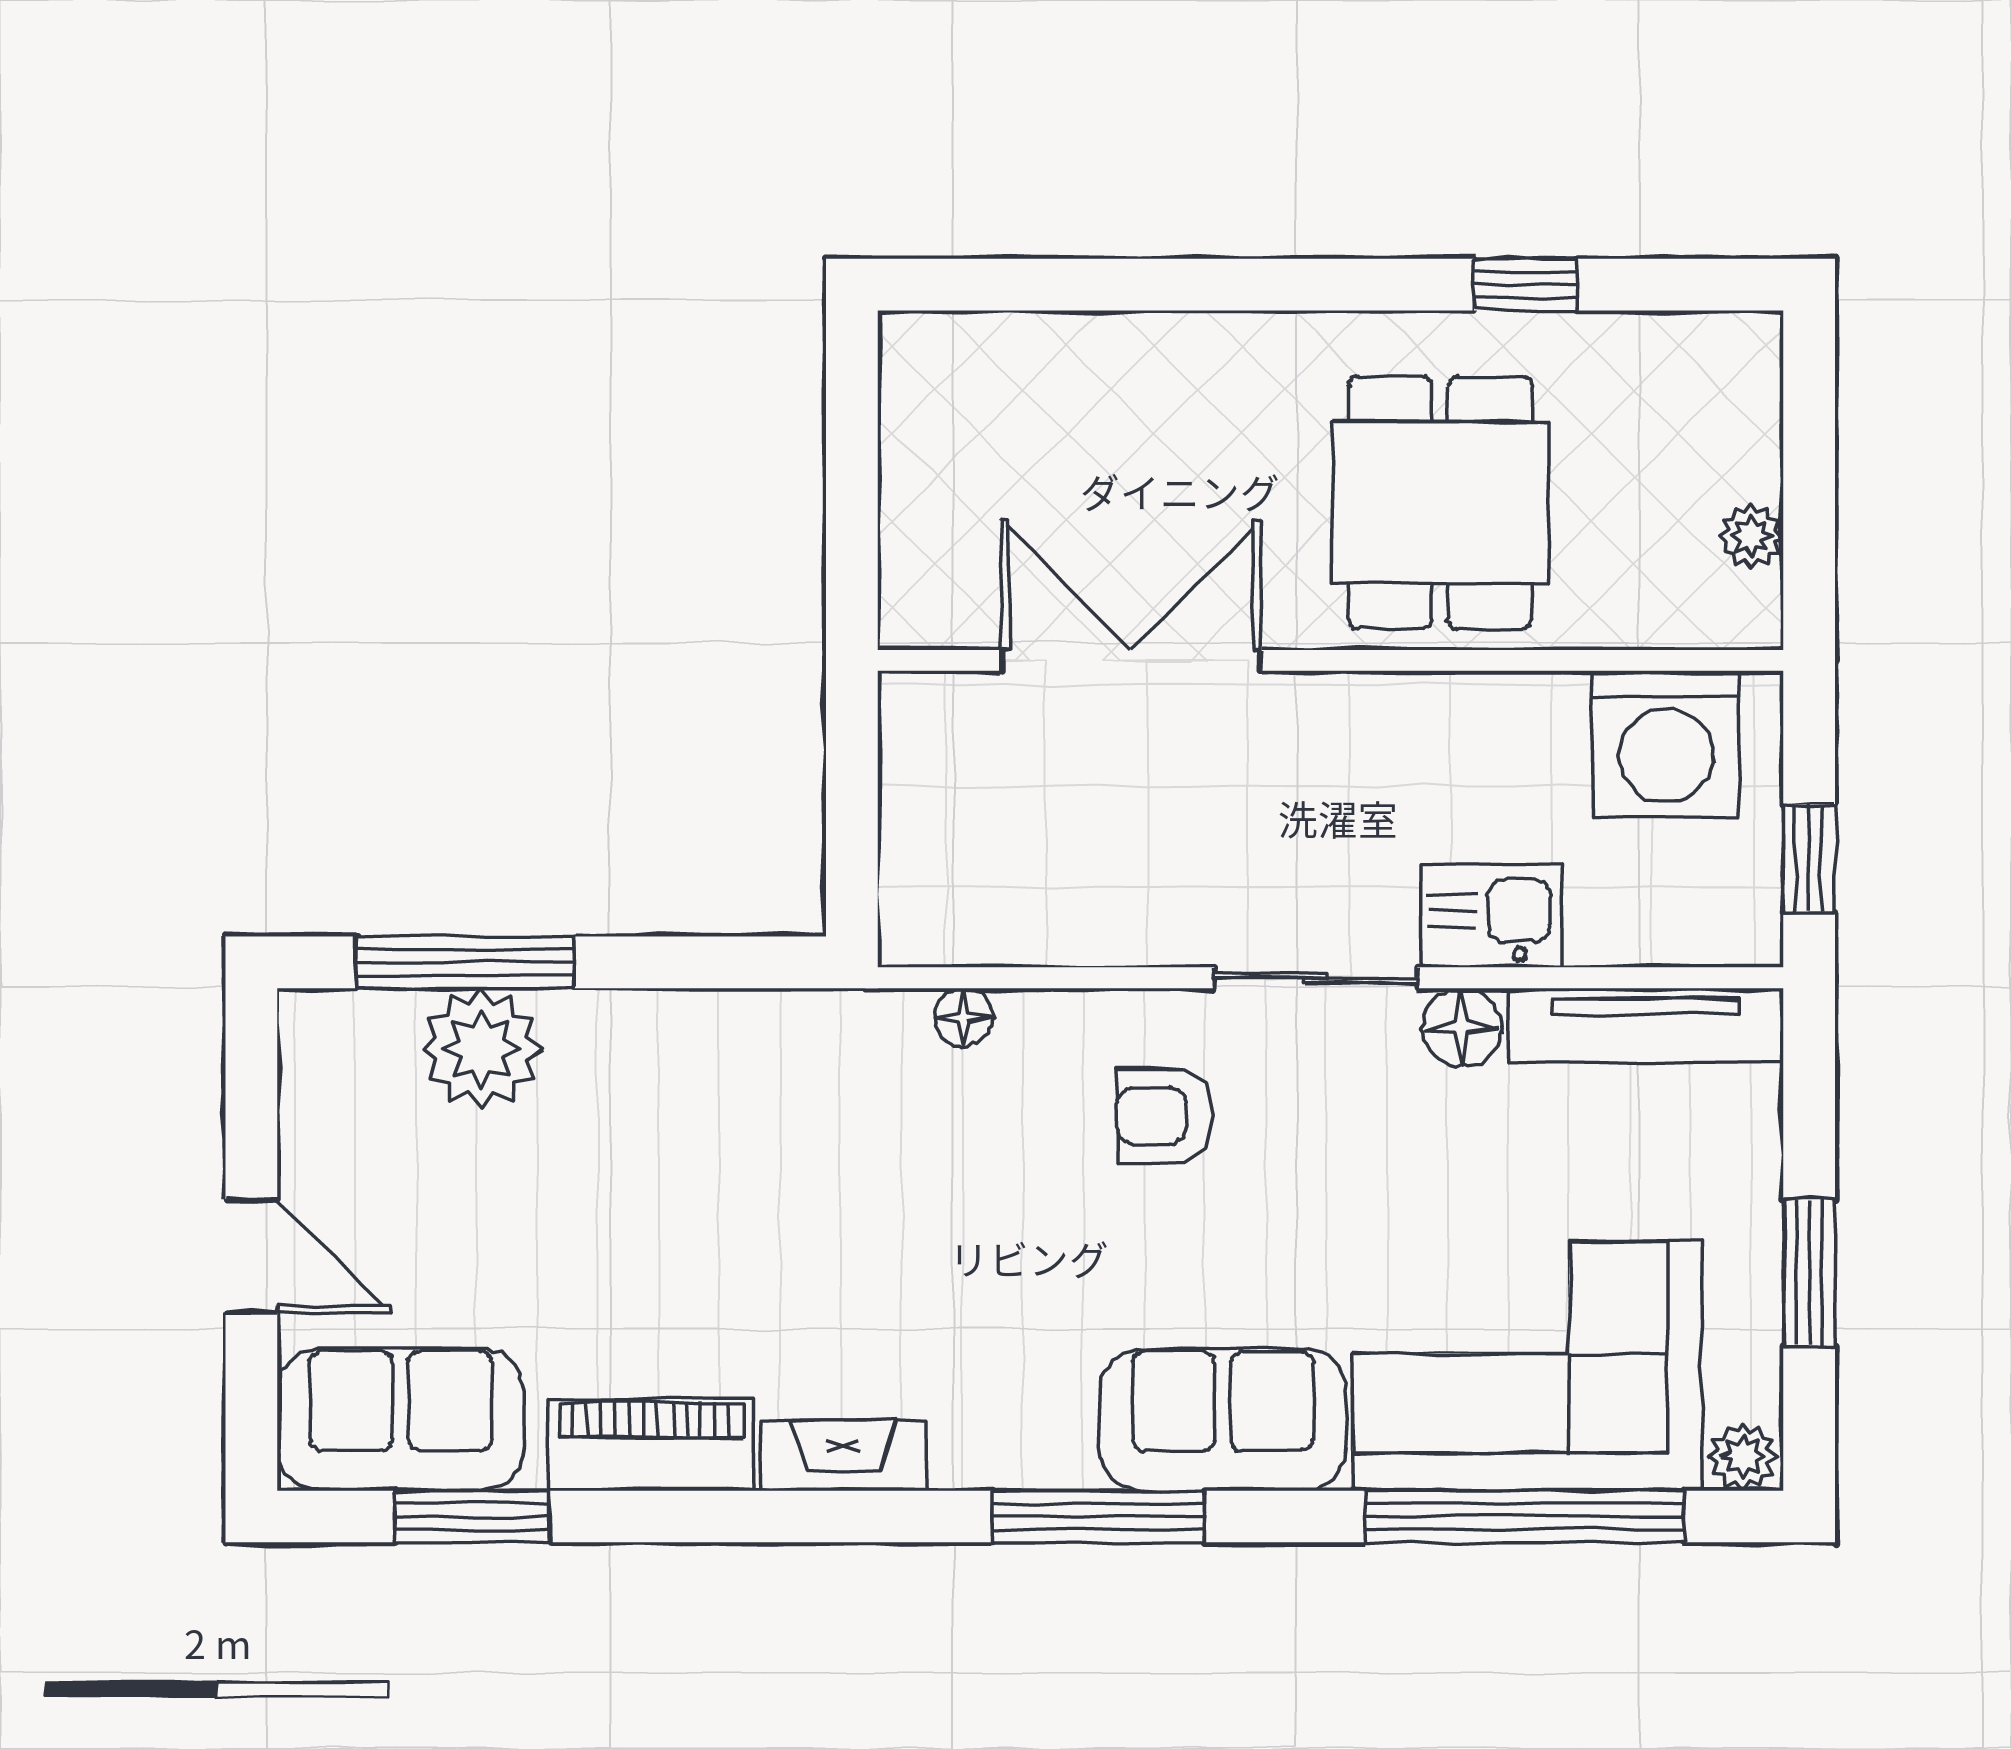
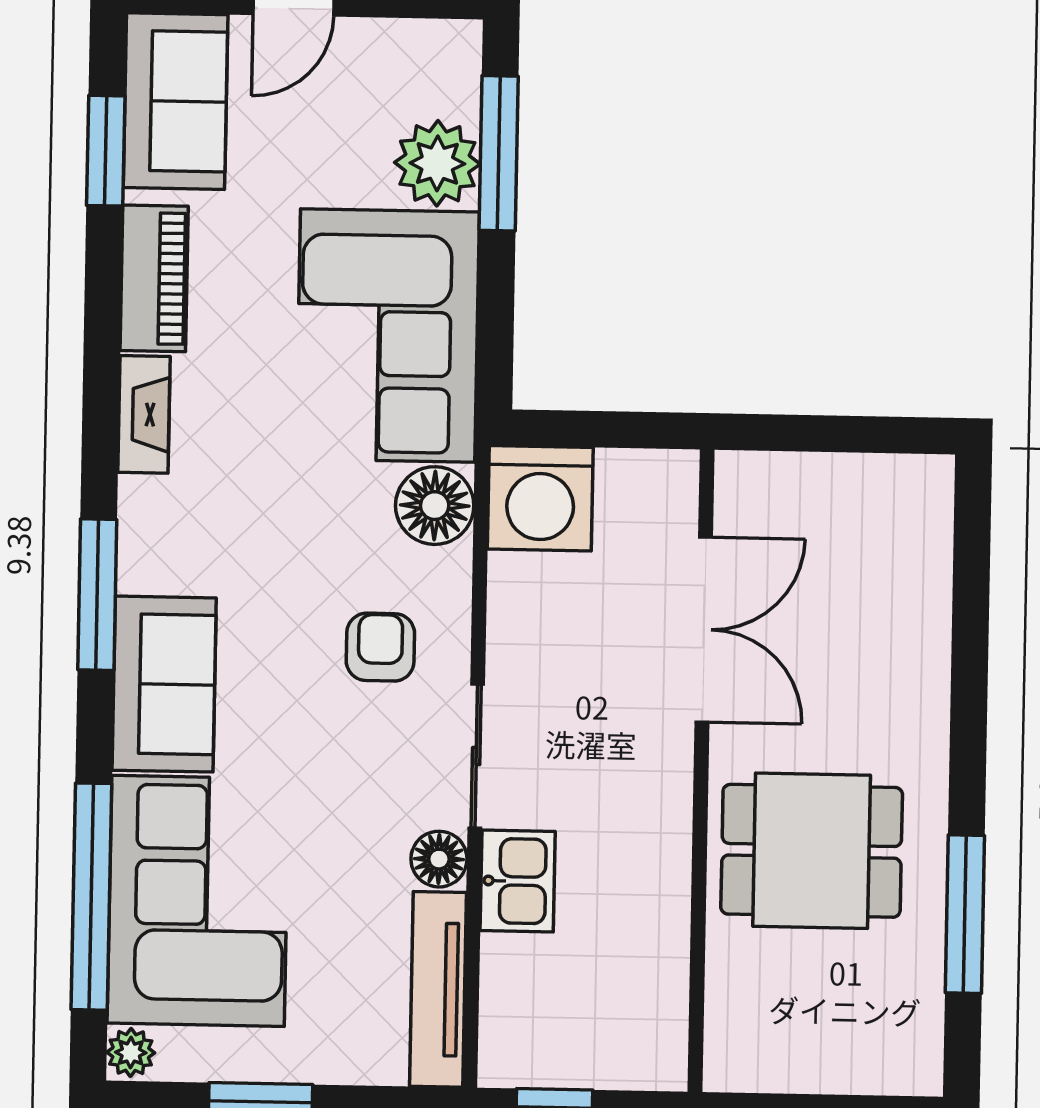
window: (1525, 285) -> (965, 914), width x2.17
plant: (1751, 536) -> (783, 1071), removed
washing machine: (1666, 744) -> (540, 498), moved, turned -90
floor lamp: (964, 1017) -> (435, 506), width x1.89, depth x1.89
corner sofa: (725, 1114) -> (388, 335), added

